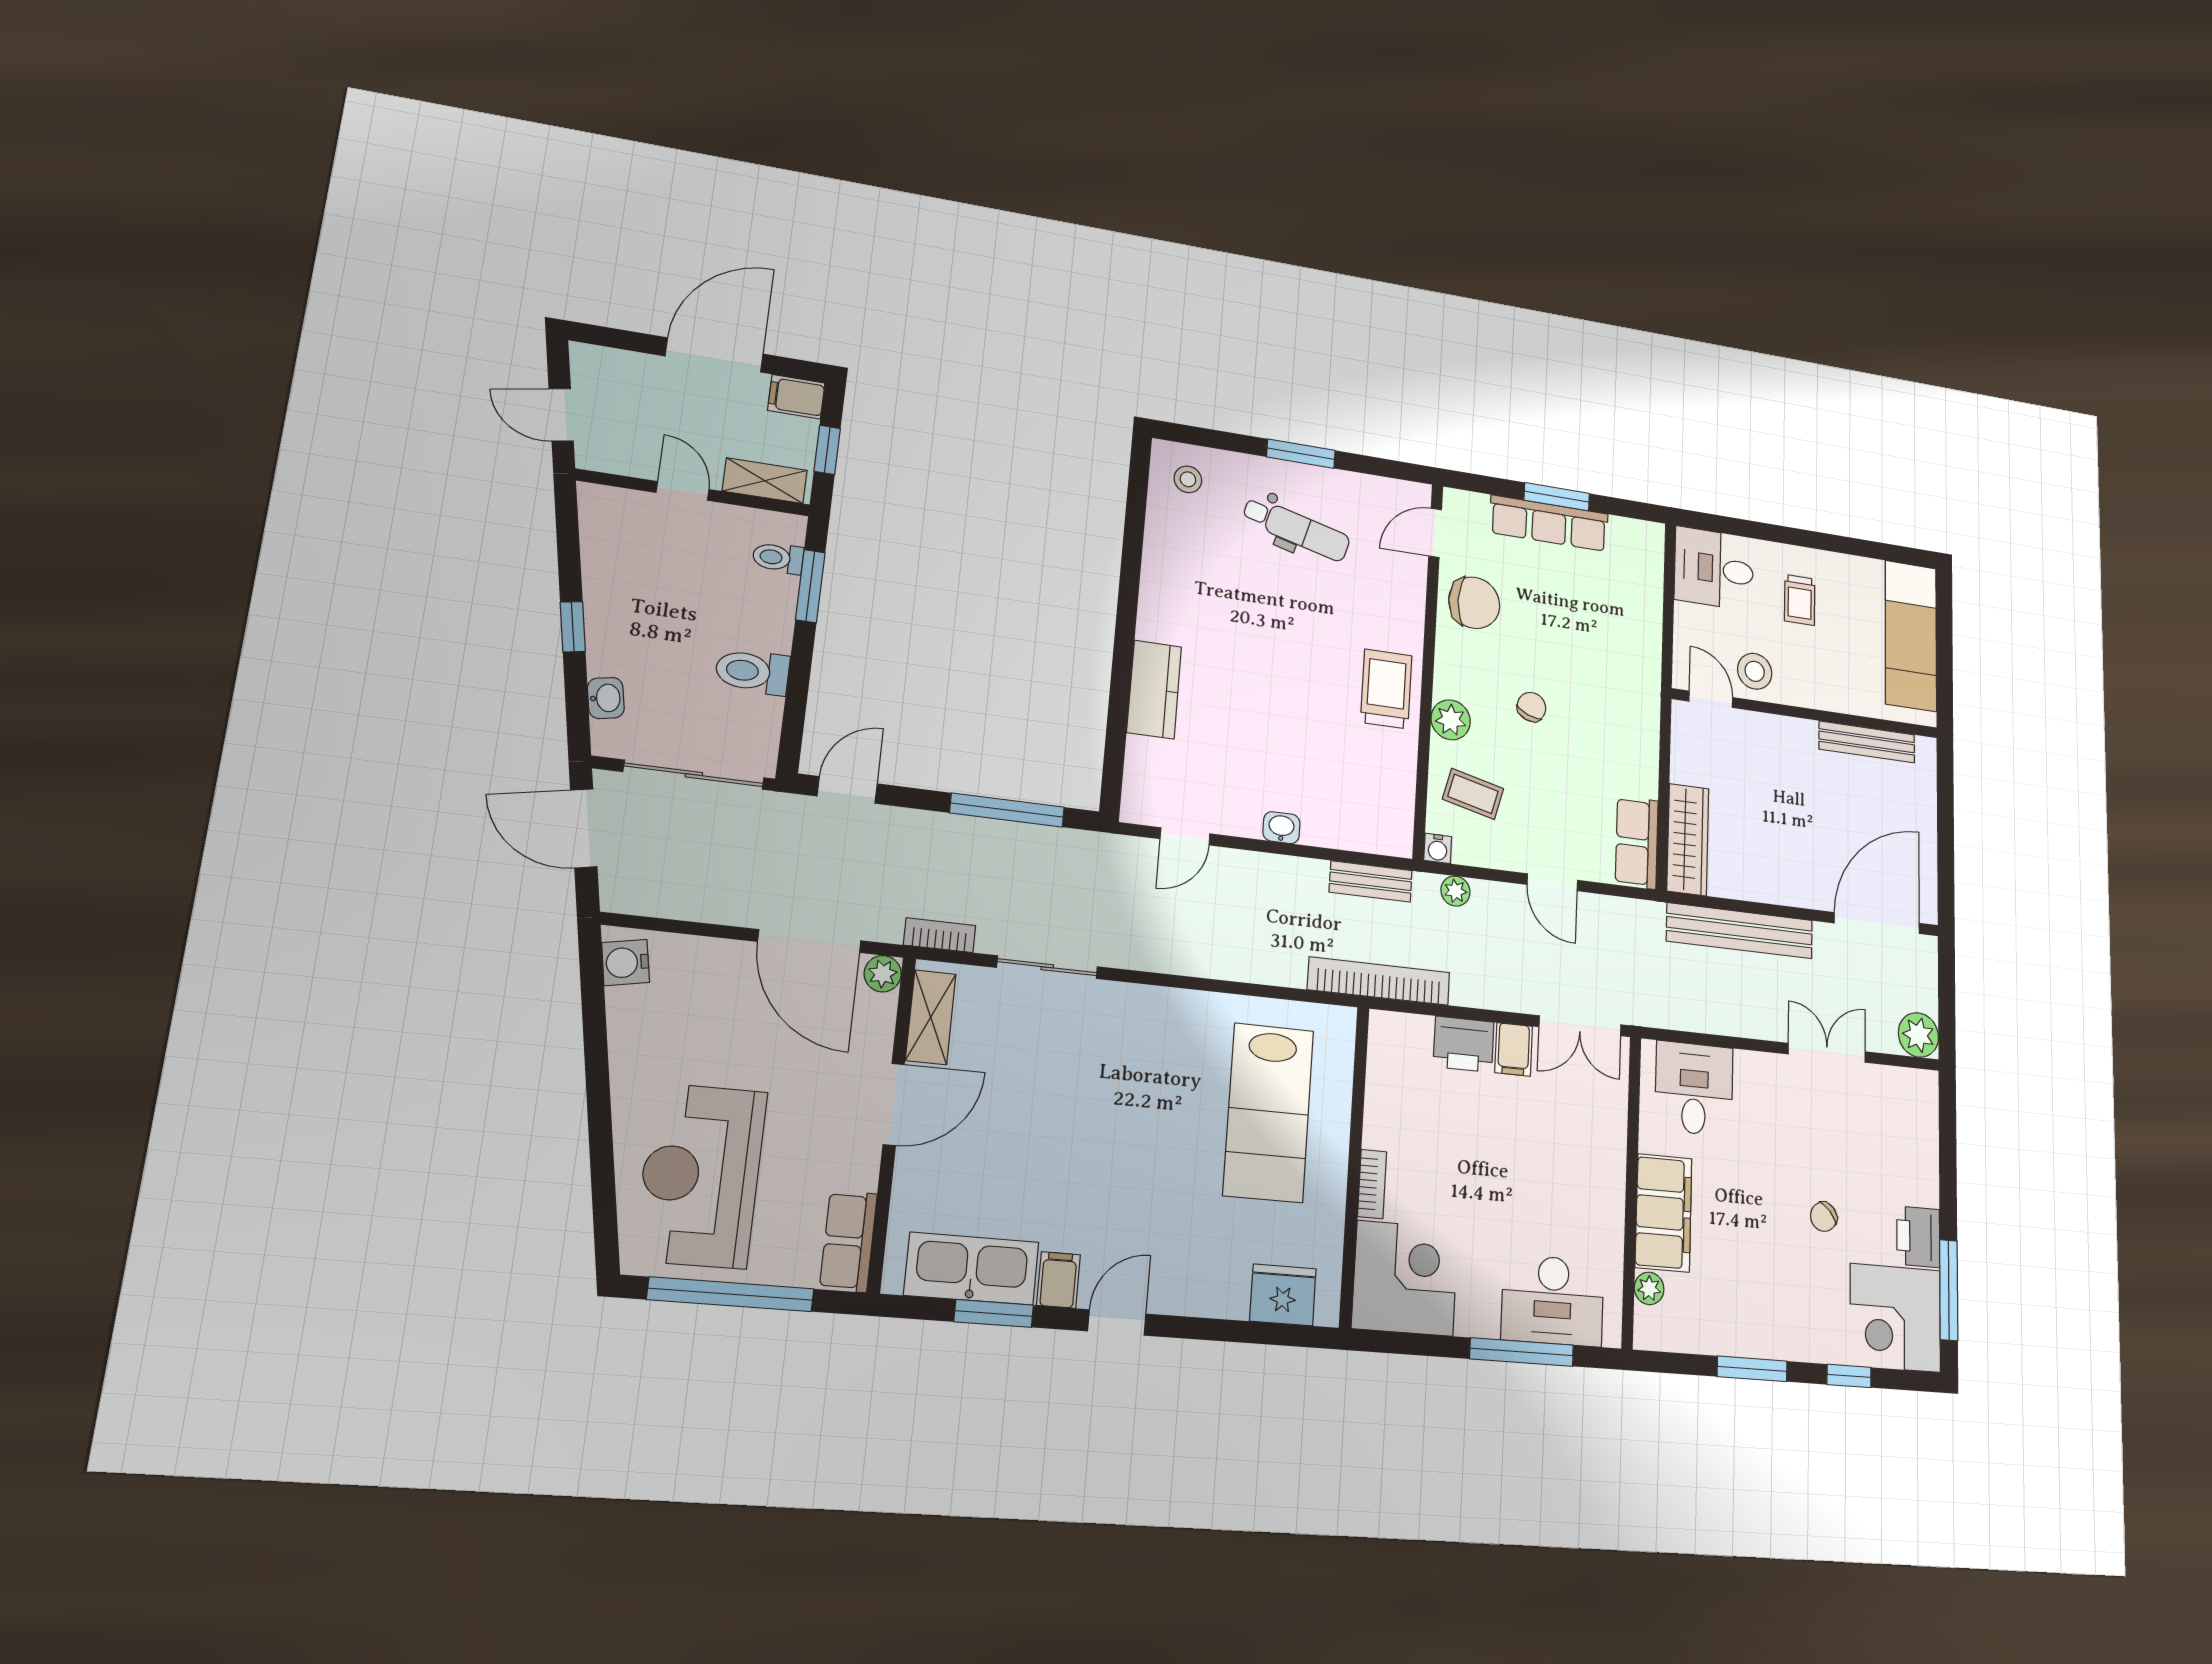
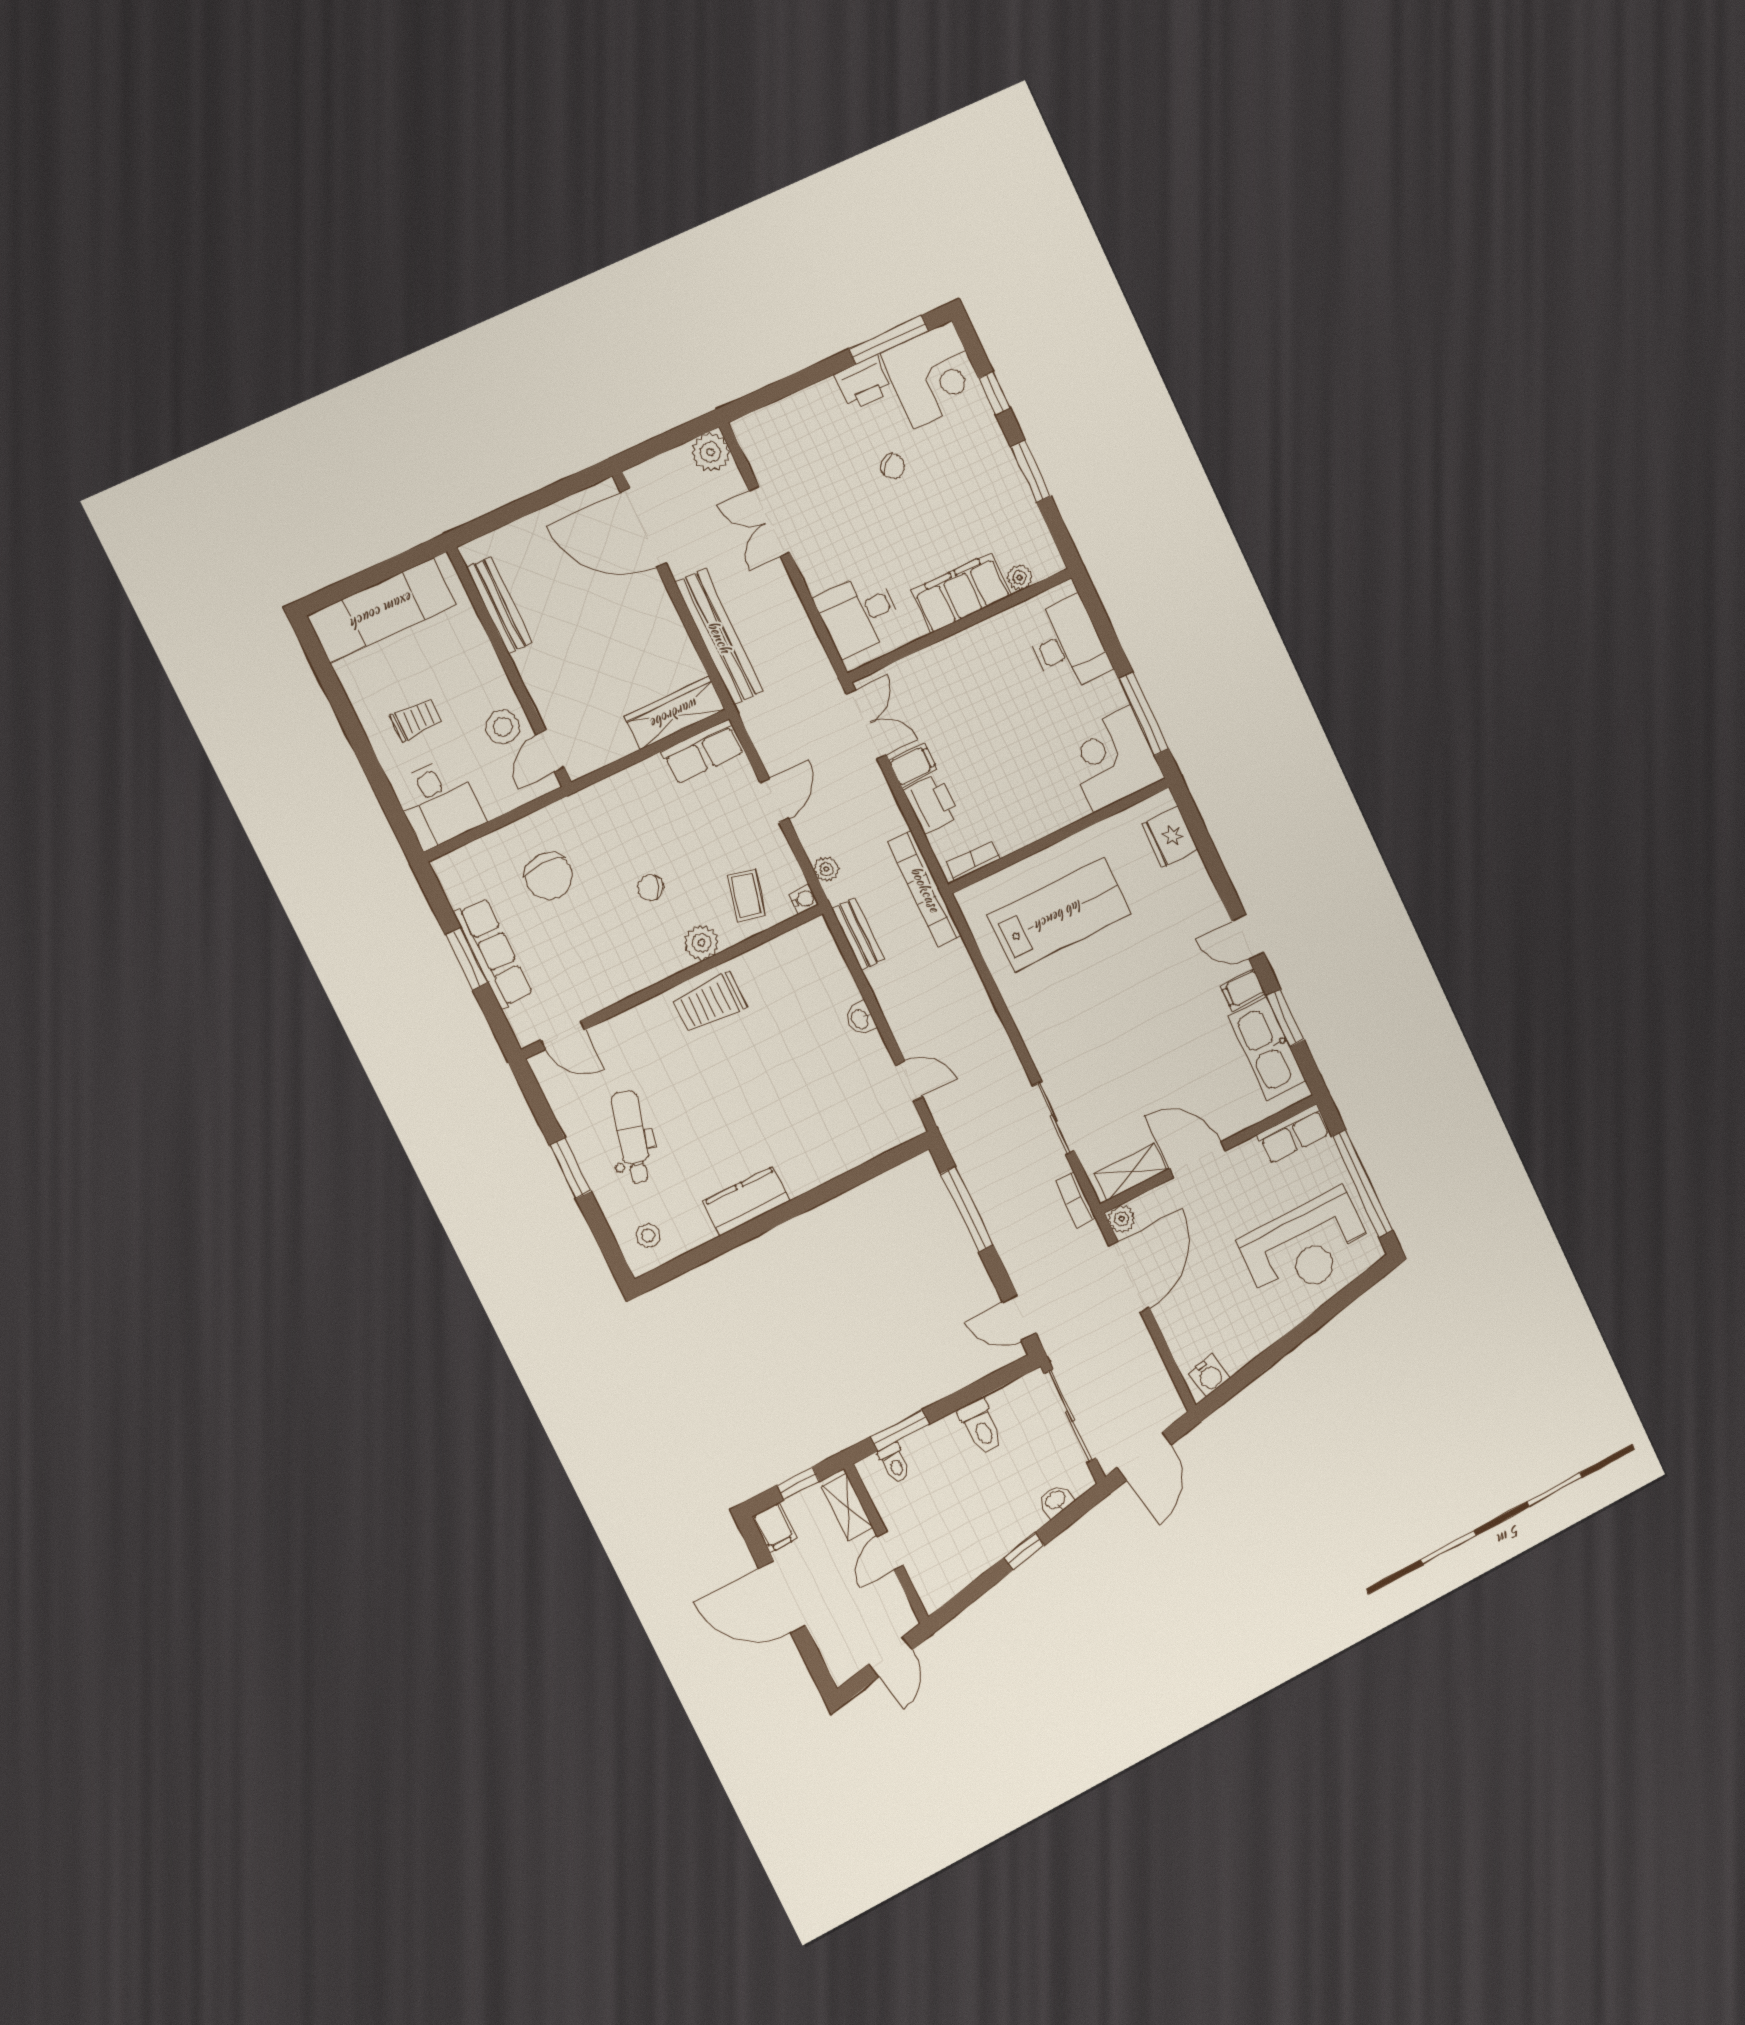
chair: (1474, 603) -> (549, 876), moved, turned 180
kitchen counter: (1154, 689) -> (746, 1201), moved
bookcase: (1372, 1184) -> (973, 861), moved
window: (1522, 1352) -> (1144, 714), moved

